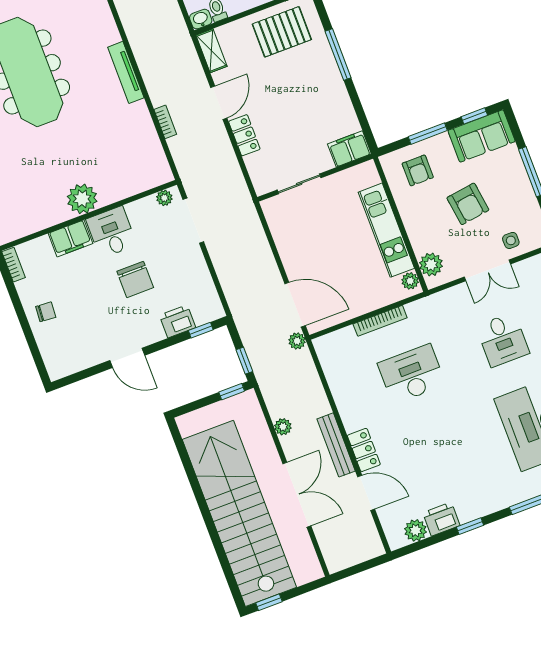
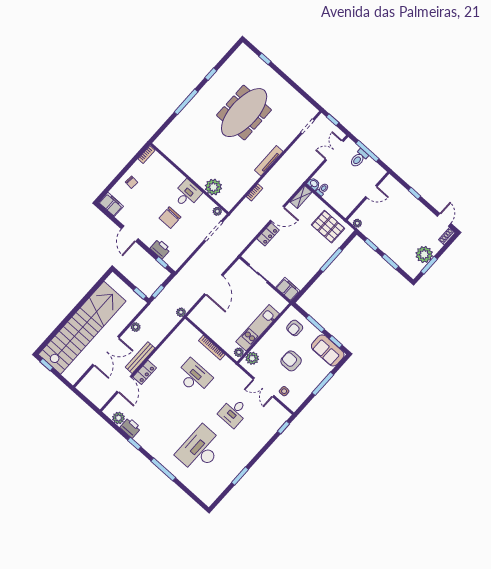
plant: (82, 199) -> (213, 187), moved
armchair: (468, 204) -> (291, 361), turned 98
filing cabinet: (70, 238) -> (111, 204), moved, turned 180
door: (295, 305) -> (214, 285), moved

